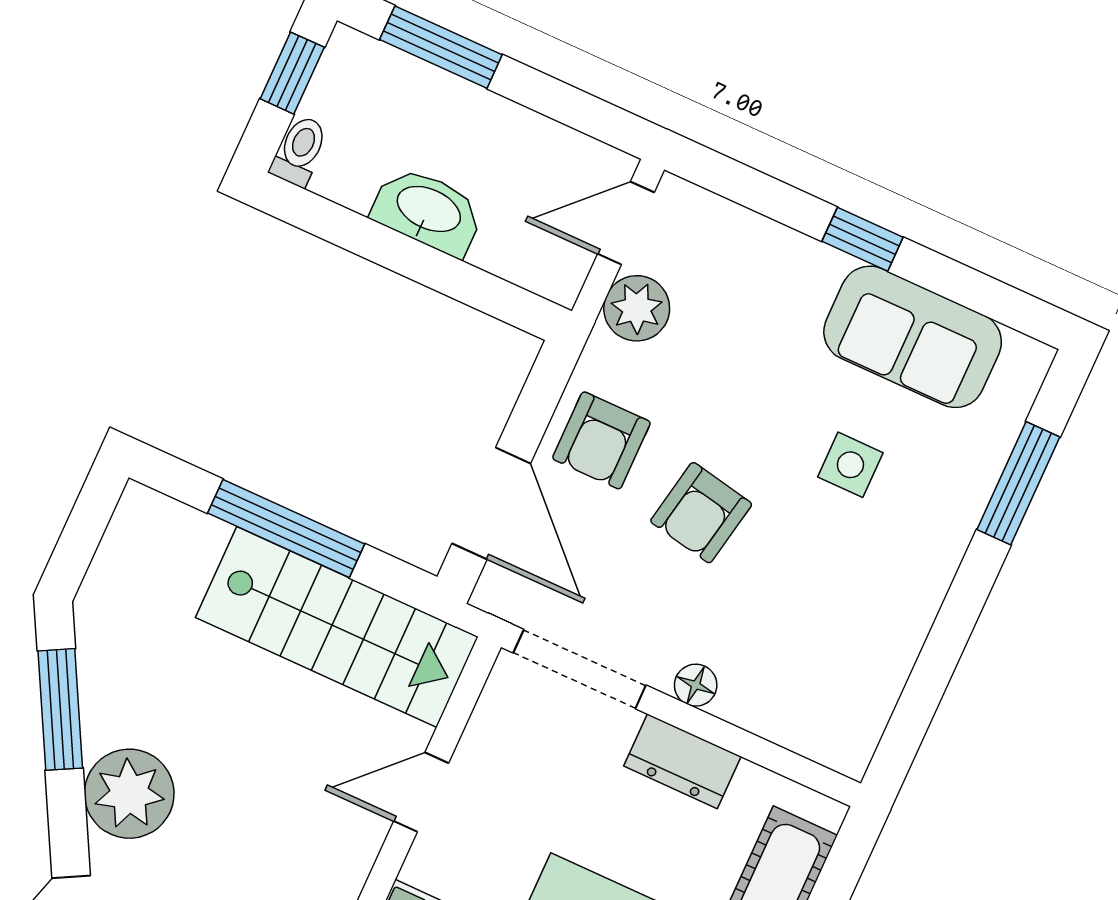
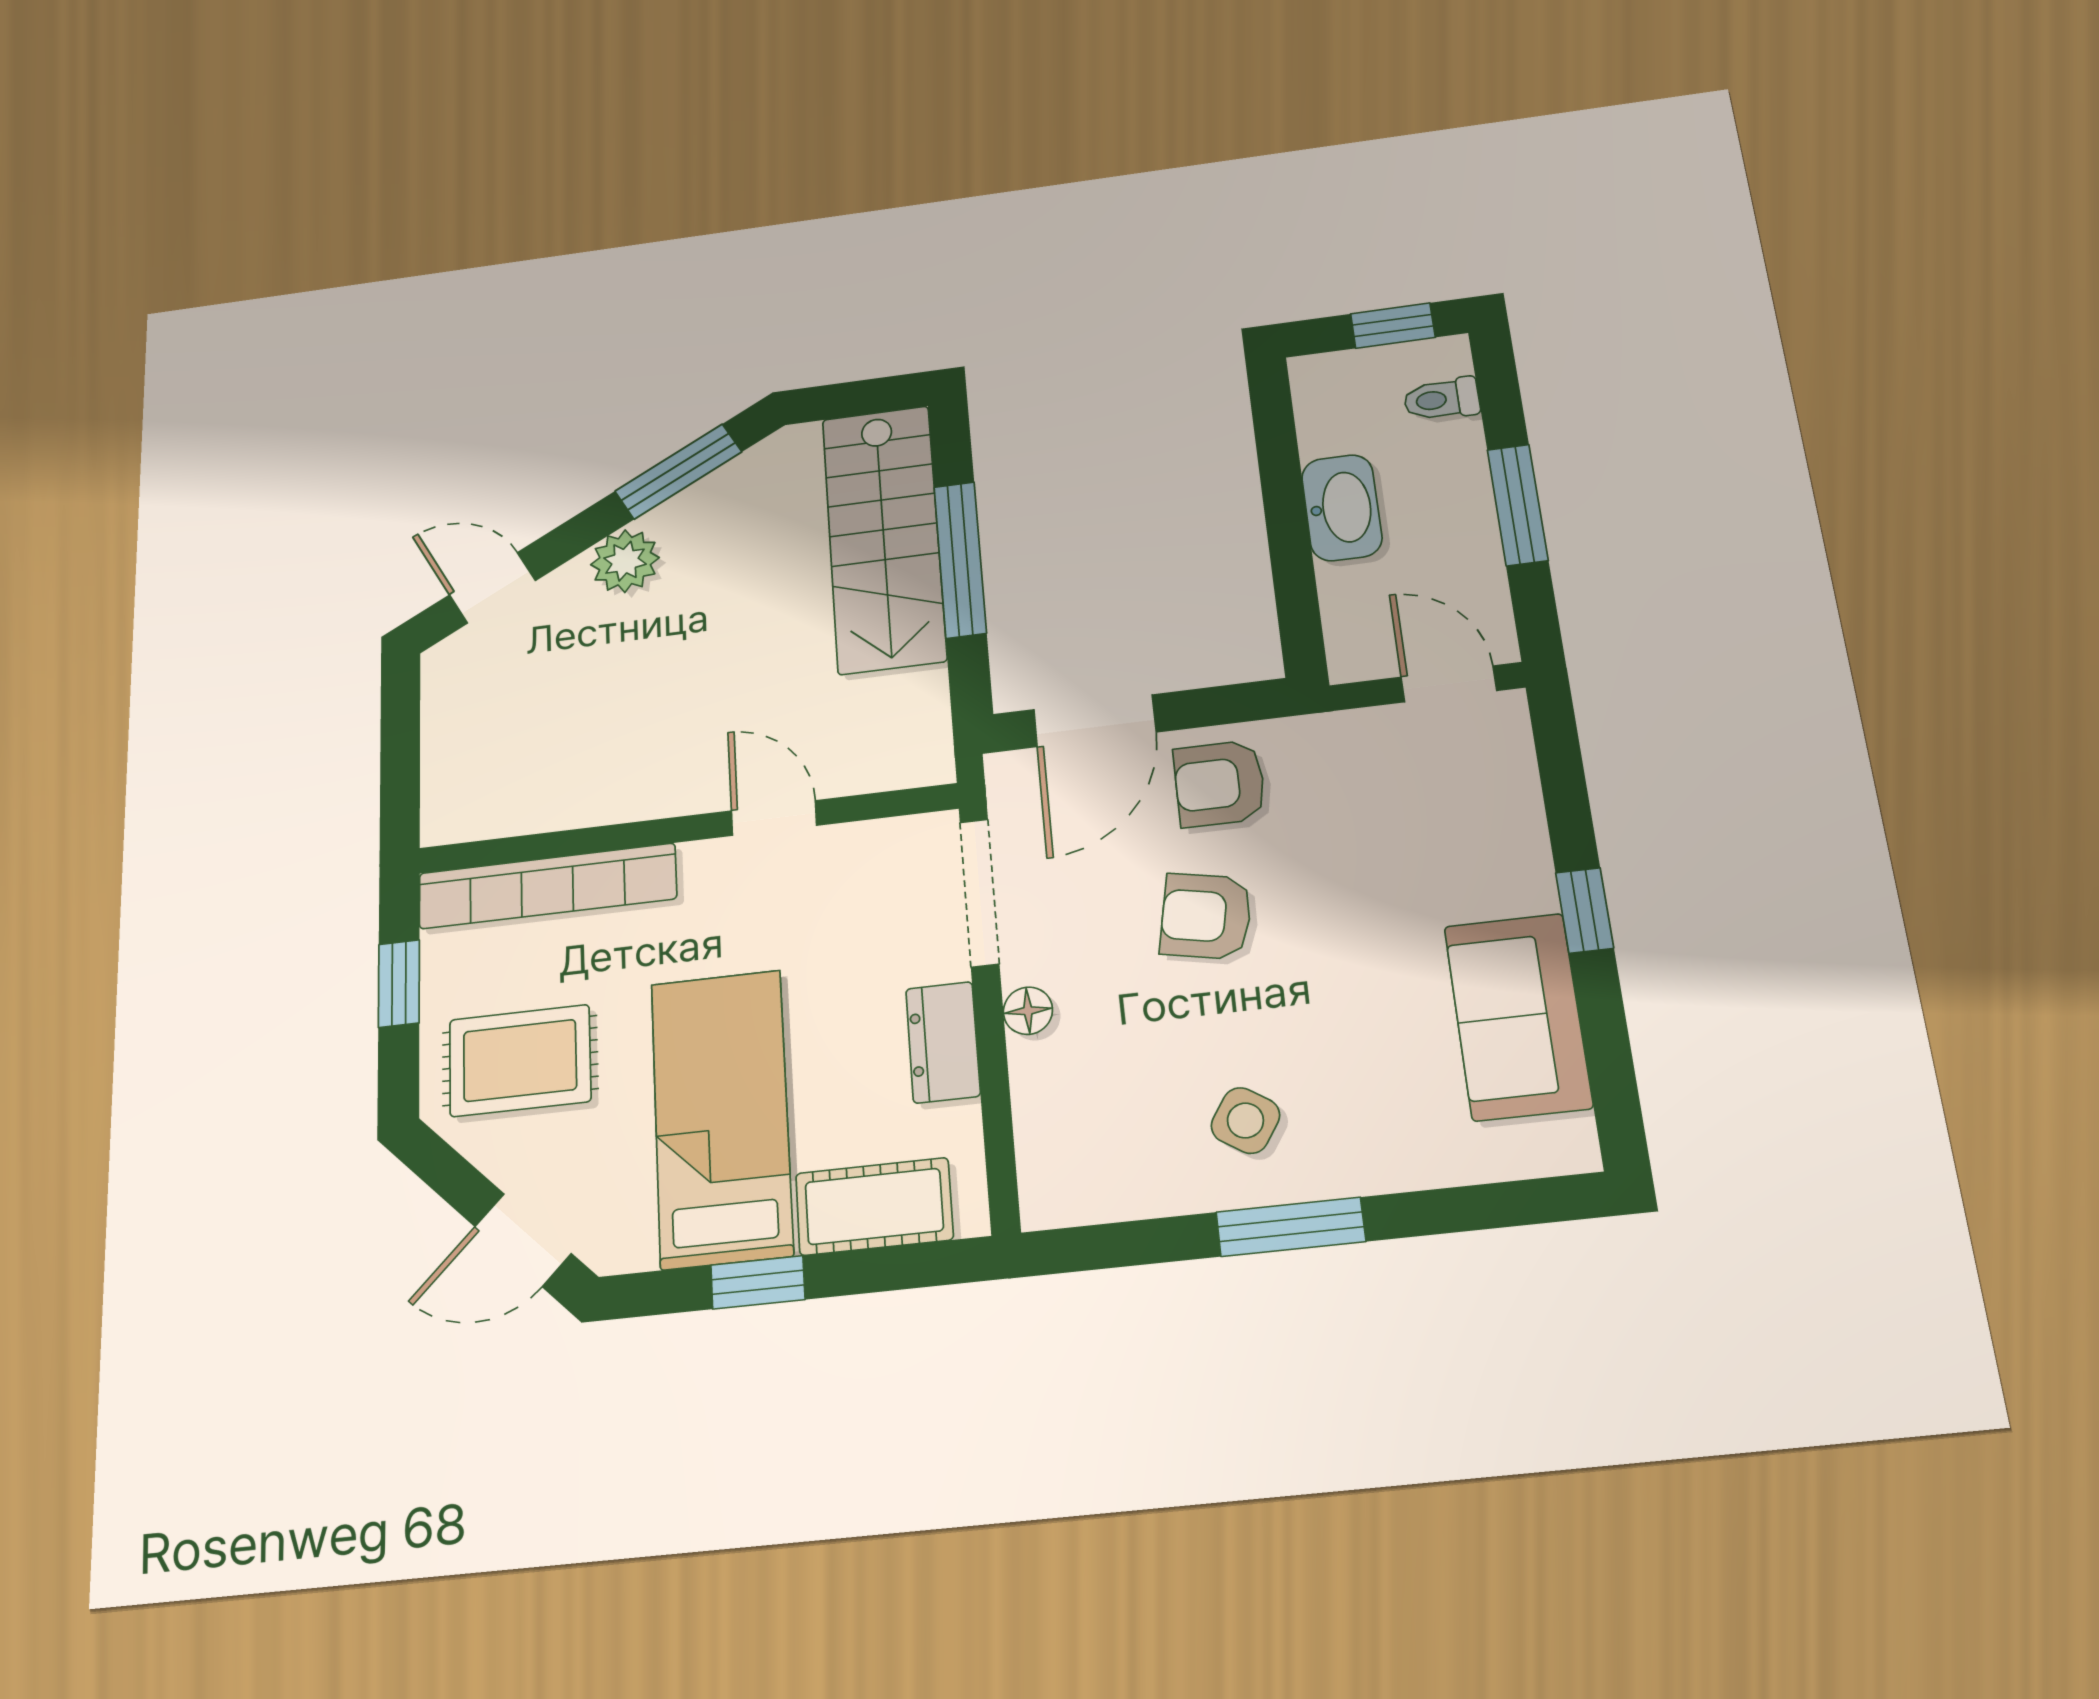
window: (441, 47) -> (1518, 505), moved
toilet: (300, 151) -> (1442, 399), moved, turned 180
plant: (637, 308) -> (1371, 741), removed
side table: (850, 465) -> (1245, 1121), moved, turned 33
window: (1018, 483) -> (1291, 1227), moved
stairs: (337, 627) -> (884, 538), moved
plant: (129, 794) -> (625, 561), width x0.73, depth x0.73

